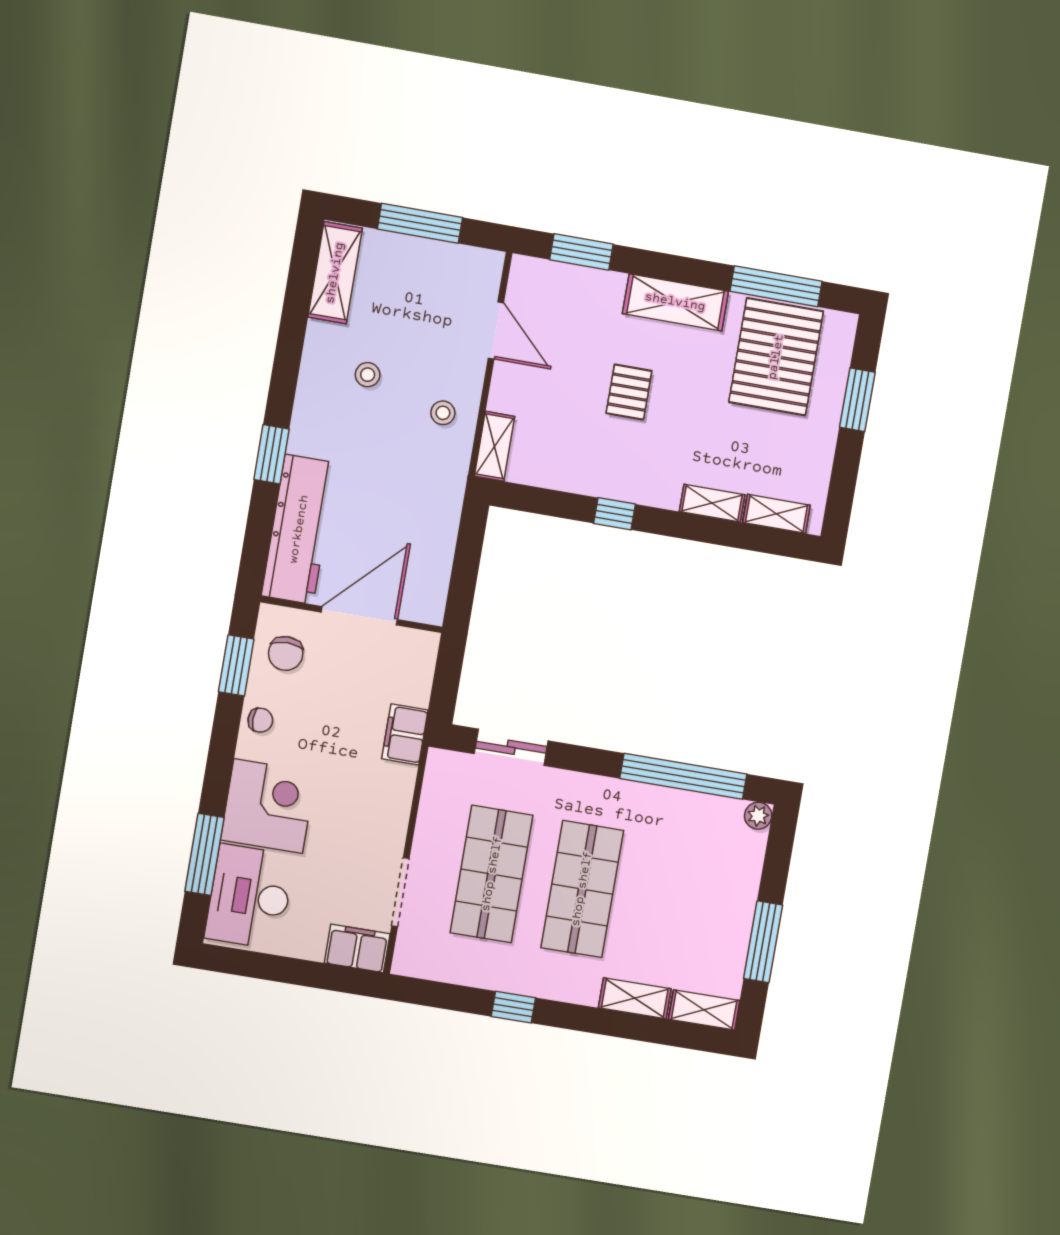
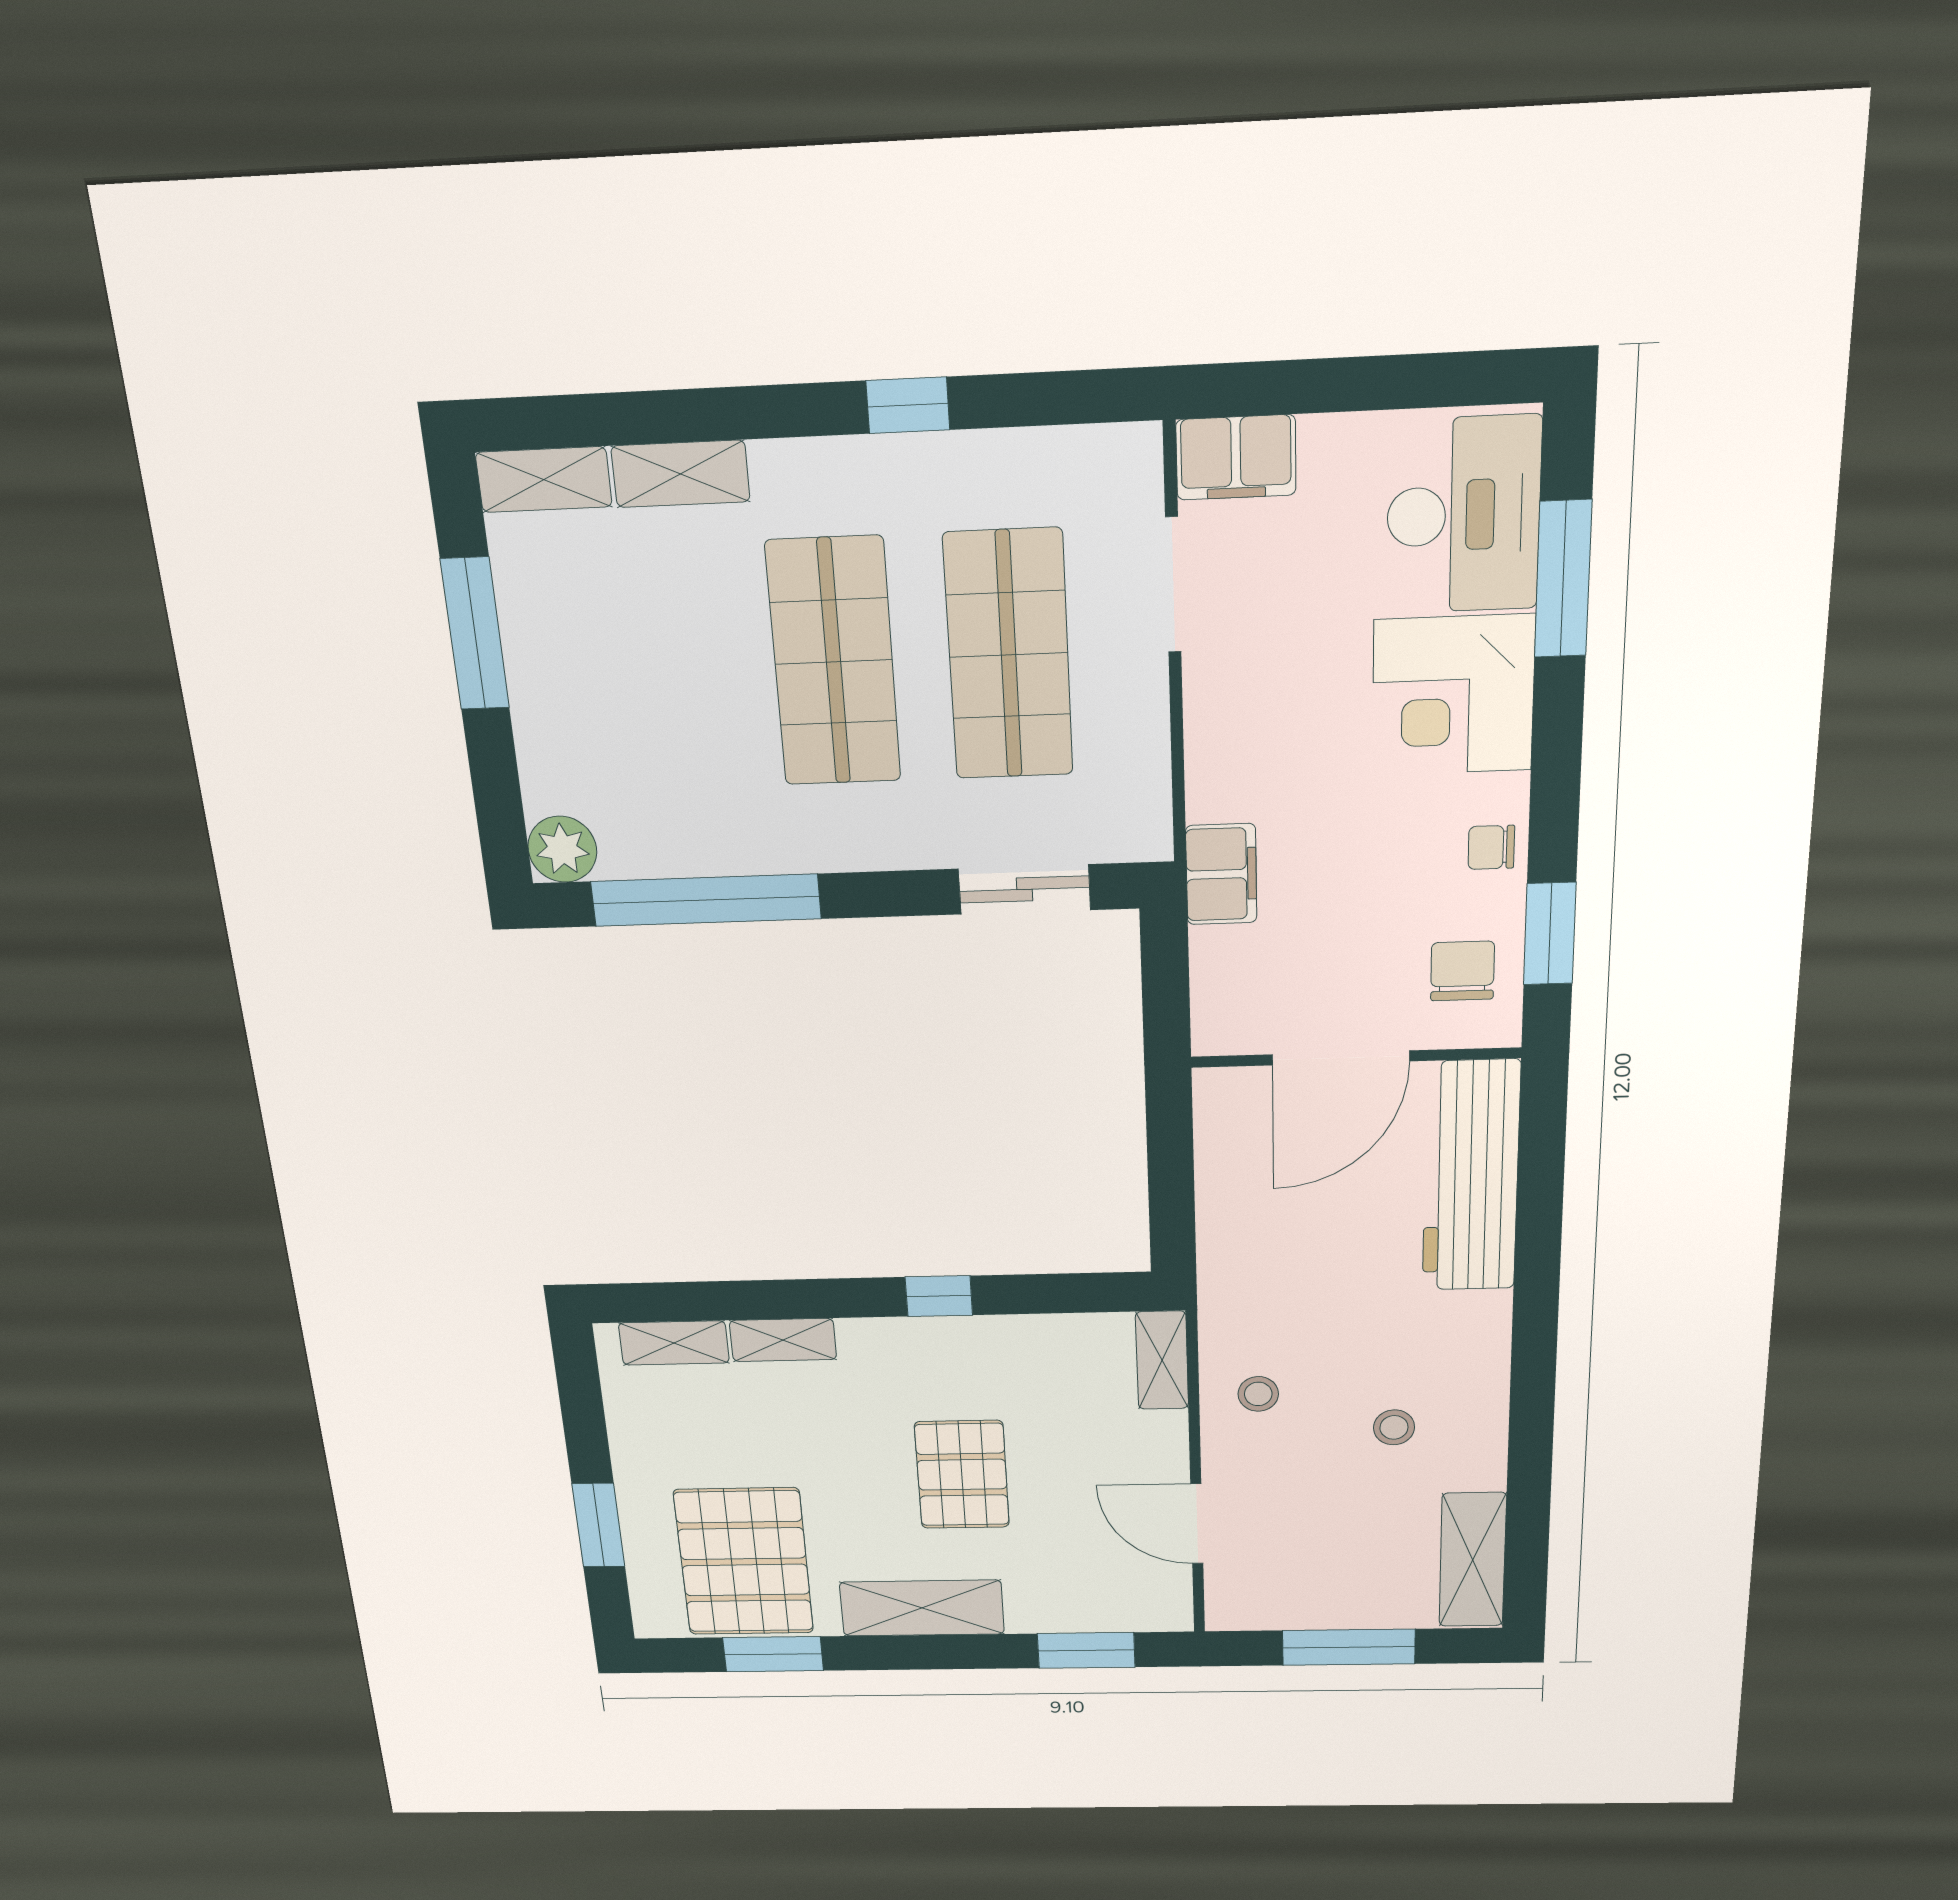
window: (776, 286) -> (773, 1654), width x0.69
pallet: (629, 392) -> (962, 1475), width x1.50, depth x1.42
window: (272, 454) -> (1537, 1283), removed
plant: (758, 816) -> (562, 849), width x1.38, depth x1.38

